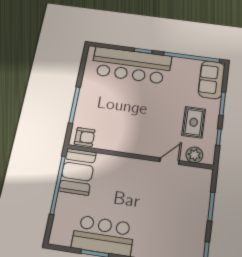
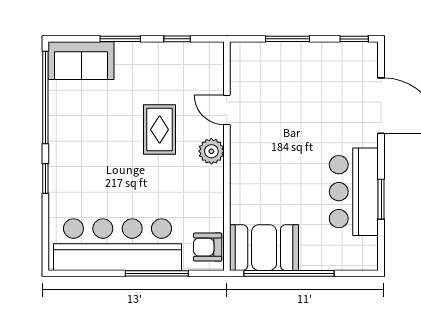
bar counter: (131, 65) -> (117, 245), moved, turned -90
rug: (194, 122) -> (160, 130), moved, turned 90
armchair: (85, 137) -> (208, 247), turned -90
plant: (194, 155) -> (211, 151), moved

